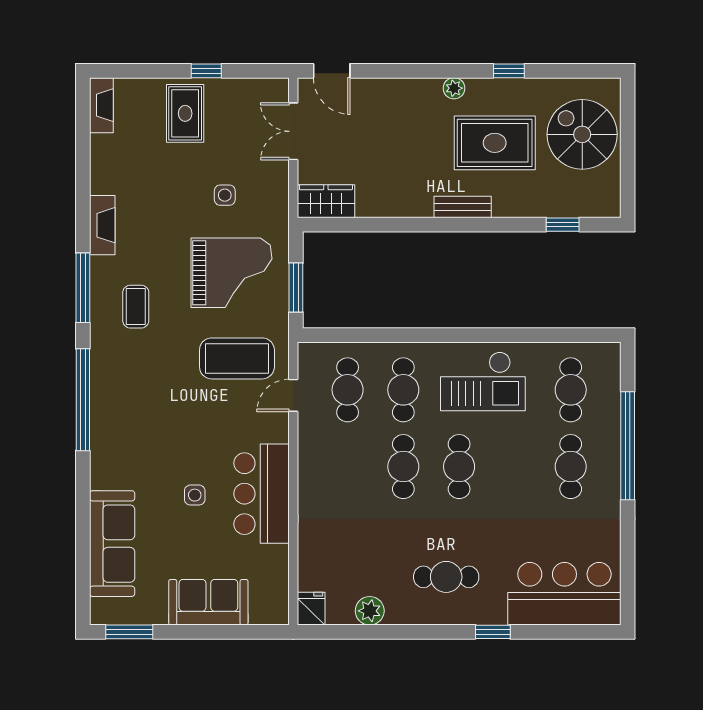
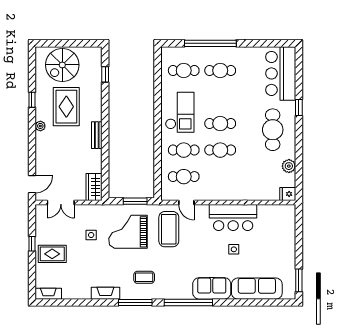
bench: (463, 207) -> (97, 135), moved
grand piano: (232, 273) -> (128, 232), turned -90
cafe table: (446, 577) -> (273, 130), width x1.37, depth x1.35
sofa: (208, 602) -> (212, 288), moved, turned 90

